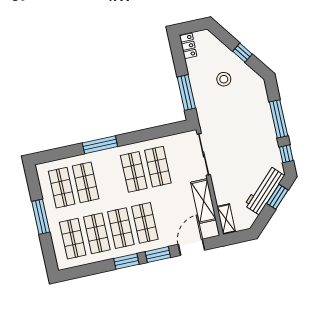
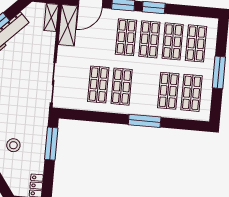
shelving: (204, 201) -> (68, 25), moved

